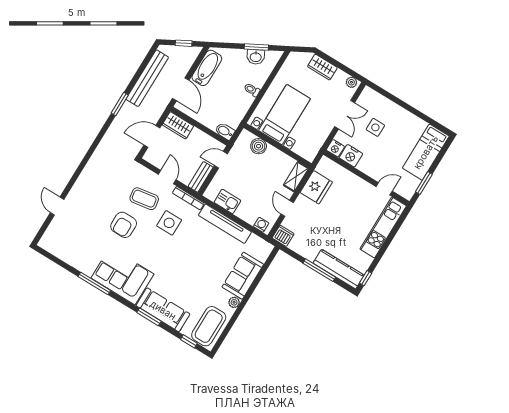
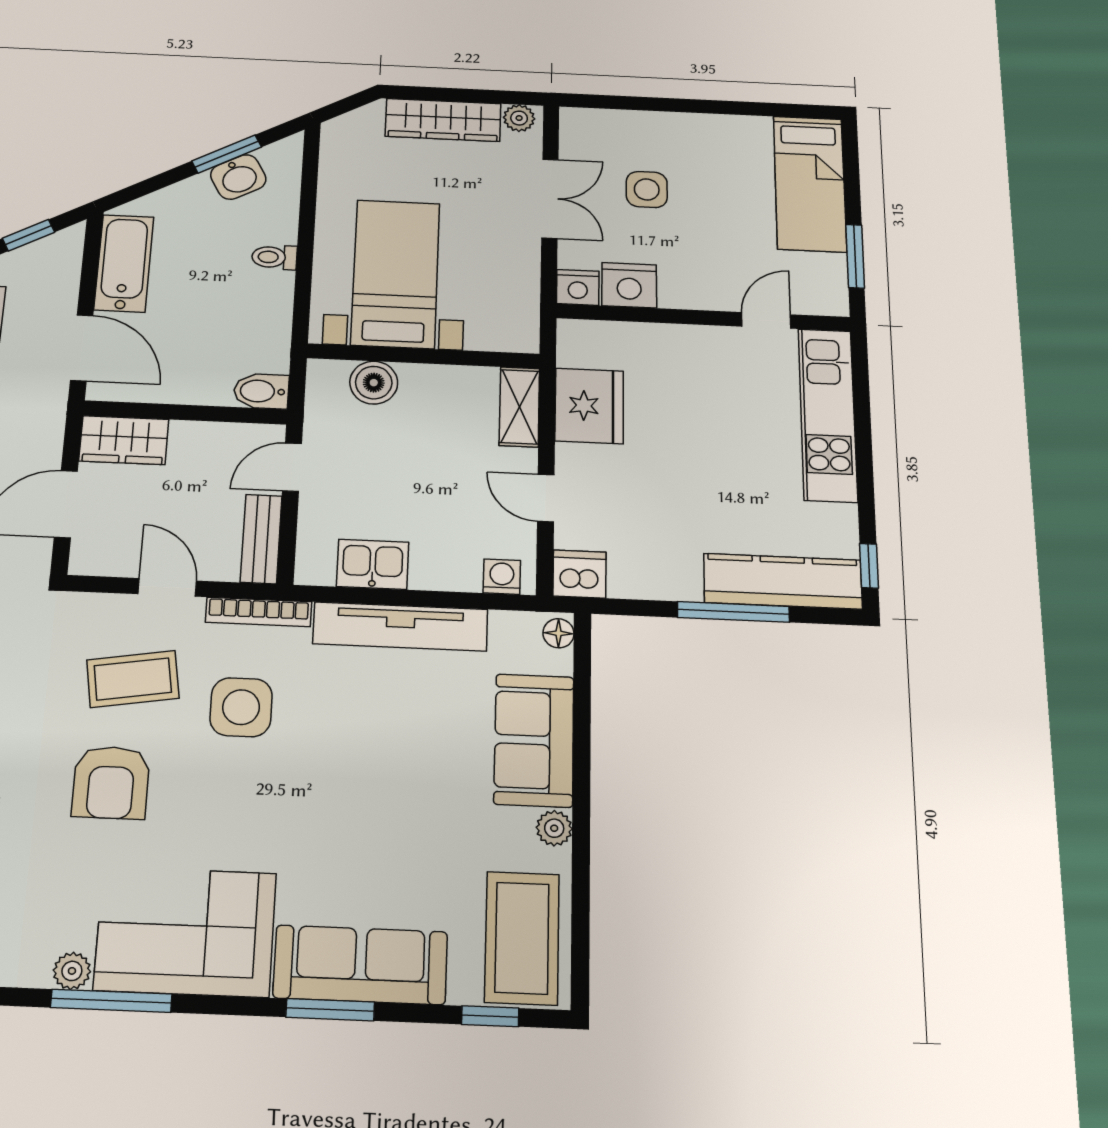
wardrobe: (322, 67) -> (443, 120), width x1.50
floor lamp: (267, 250) -> (558, 633), added
plant: (88, 270) -> (72, 971), added

